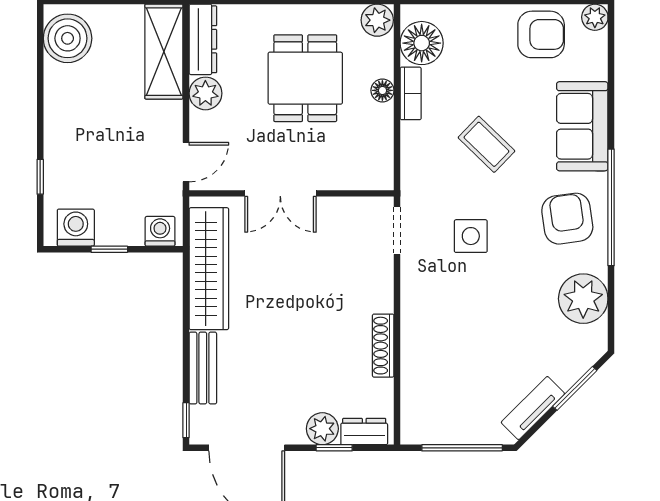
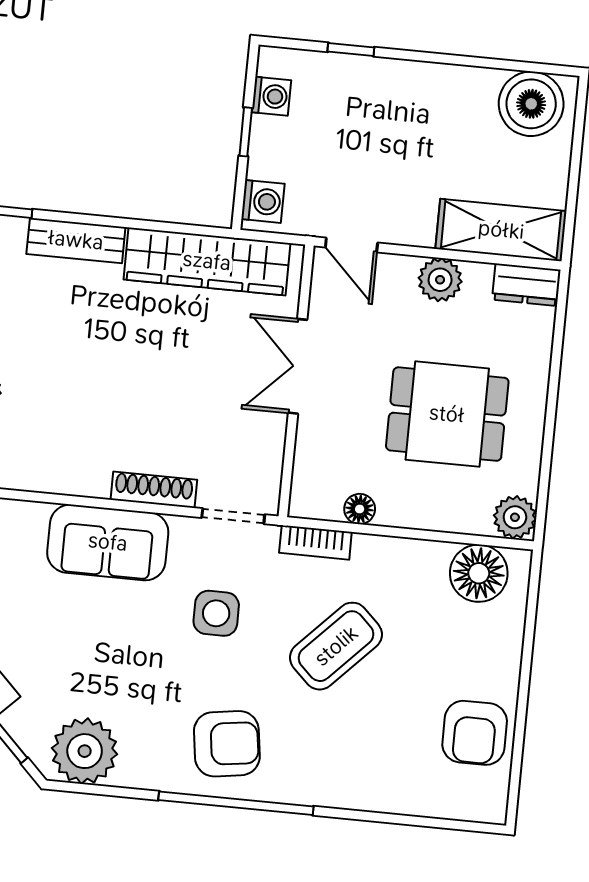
plant: (595, 17) -> (490, 806), removed
dresser: (203, 39) -> (526, 285), width x0.70
floor lamp: (382, 90) -> (360, 509), moved
bookcase: (411, 93) -> (315, 542), moved
sofa: (582, 126) -> (108, 542), moved, turned 180
coffee table: (486, 144) -> (336, 646), width x1.36, depth x1.30
washing machine: (76, 228) -> (271, 96), width x0.73, depth x0.73
plant: (583, 299) -> (85, 751), moved
shoe rack: (383, 346) -> (154, 490), moved

